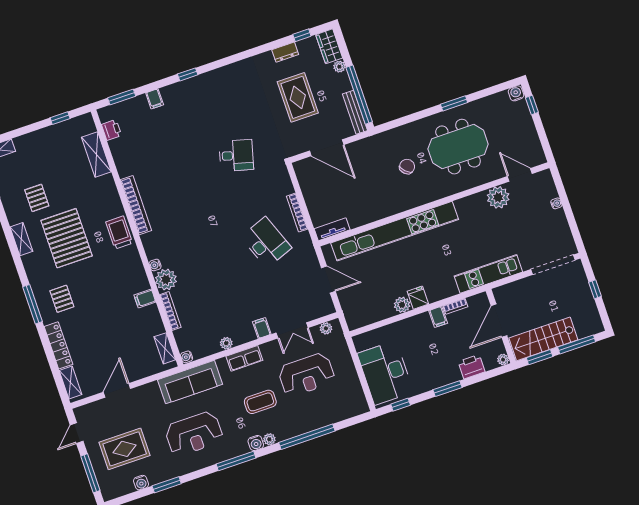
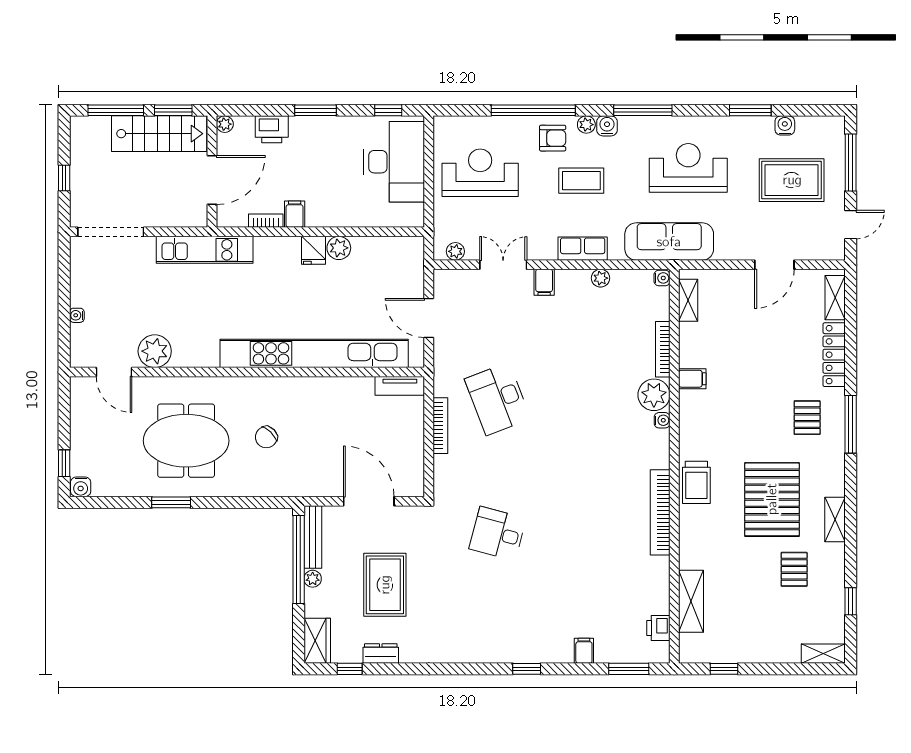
plant: (339, 67) -> (313, 579), moved
reception desk: (307, 375) -> (480, 173), moved
armchair: (288, 423) -> (553, 138), added

